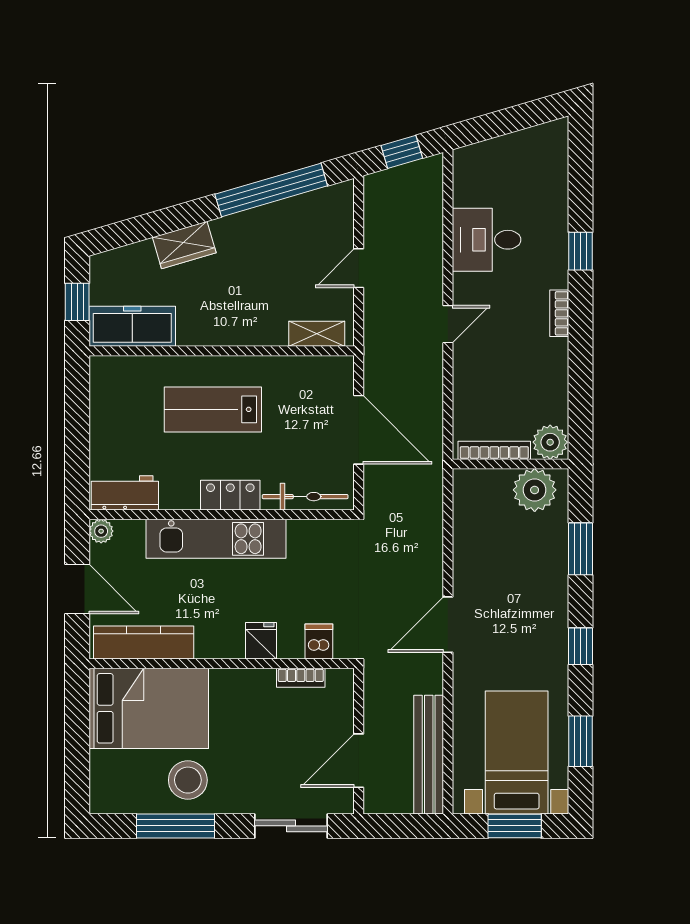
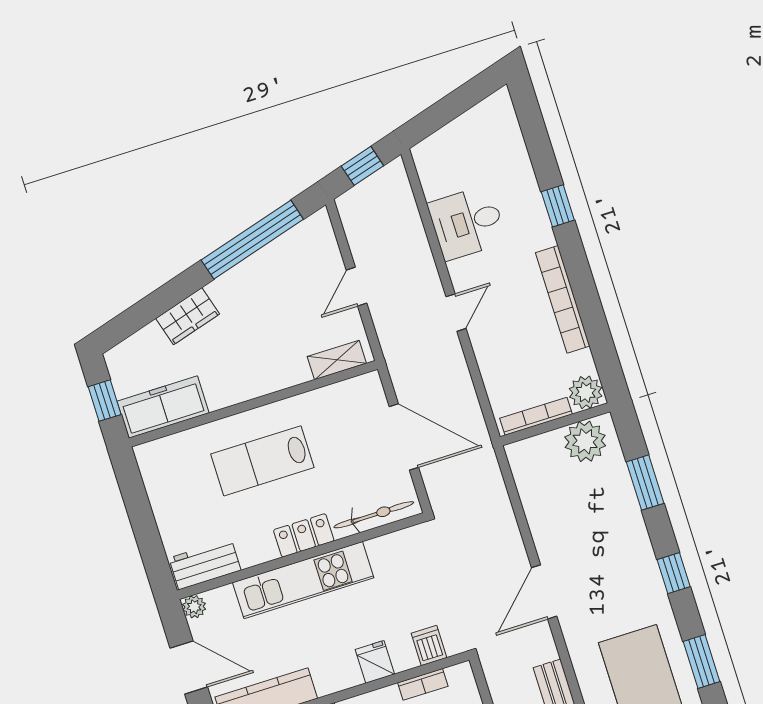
bookcase: (559, 313) -> (563, 299), width x2.31, depth x1.31

